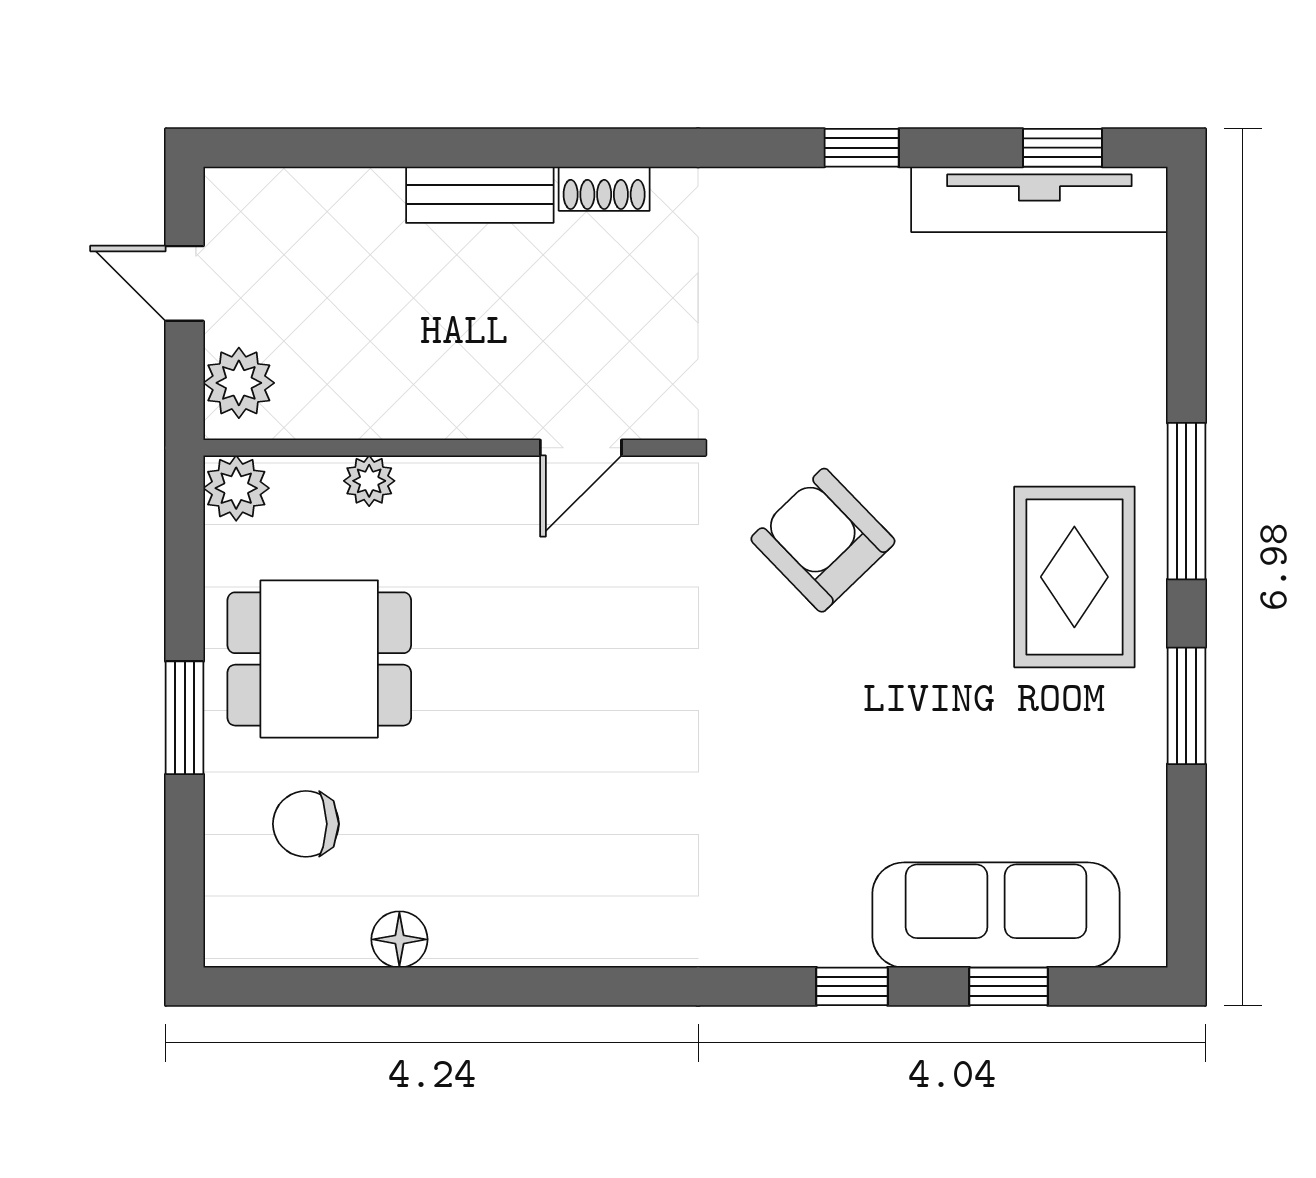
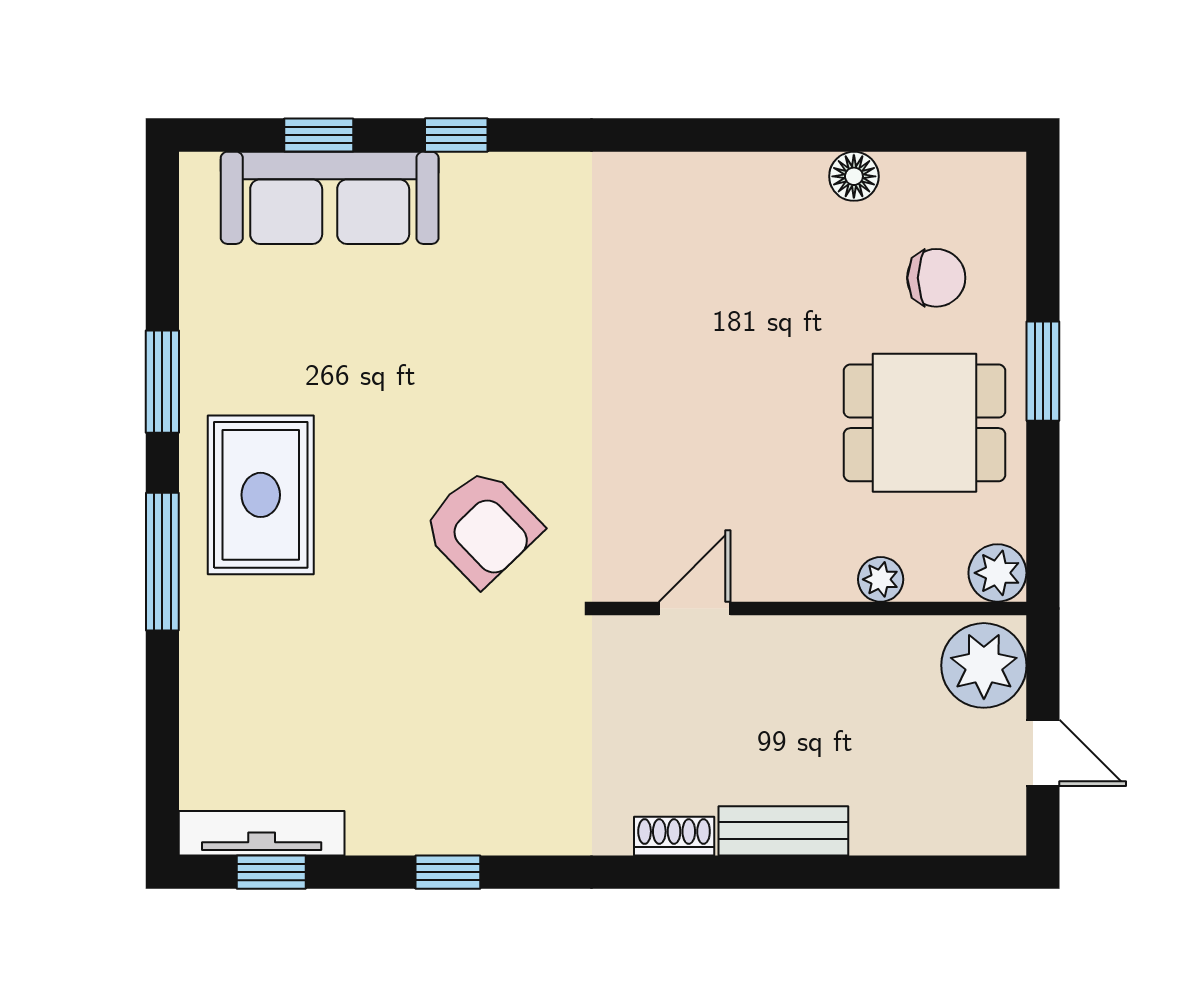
tv unit: (1039, 199) -> (262, 833), width x0.73, depth x0.78
plant: (239, 383) -> (984, 665), width x1.36, depth x1.36

